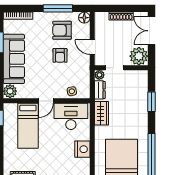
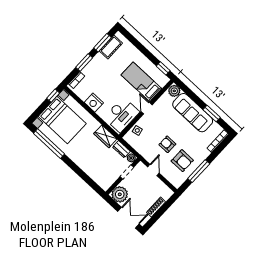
floor lamp: (84, 18) -> (177, 182), removed
armchair: (62, 30) -> (182, 161), turned 90
door: (92, 47) -> (153, 170), hinge flipped
window: (151, 102) -> (83, 175), removed

